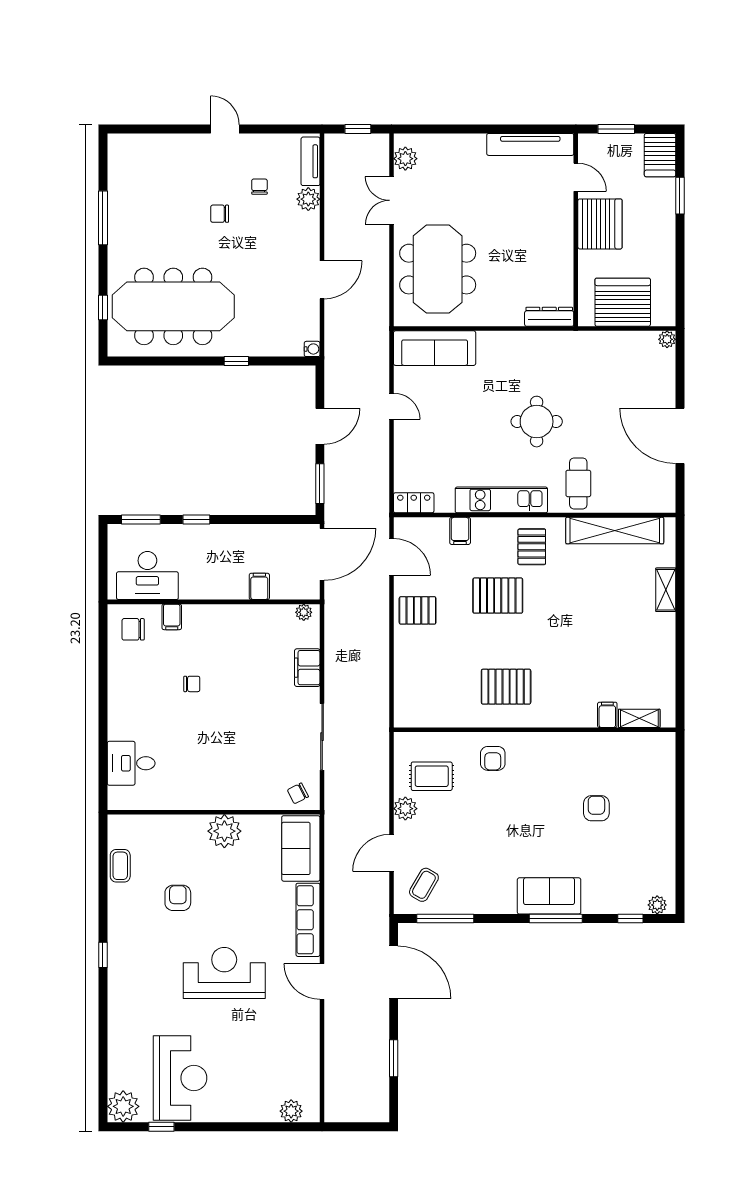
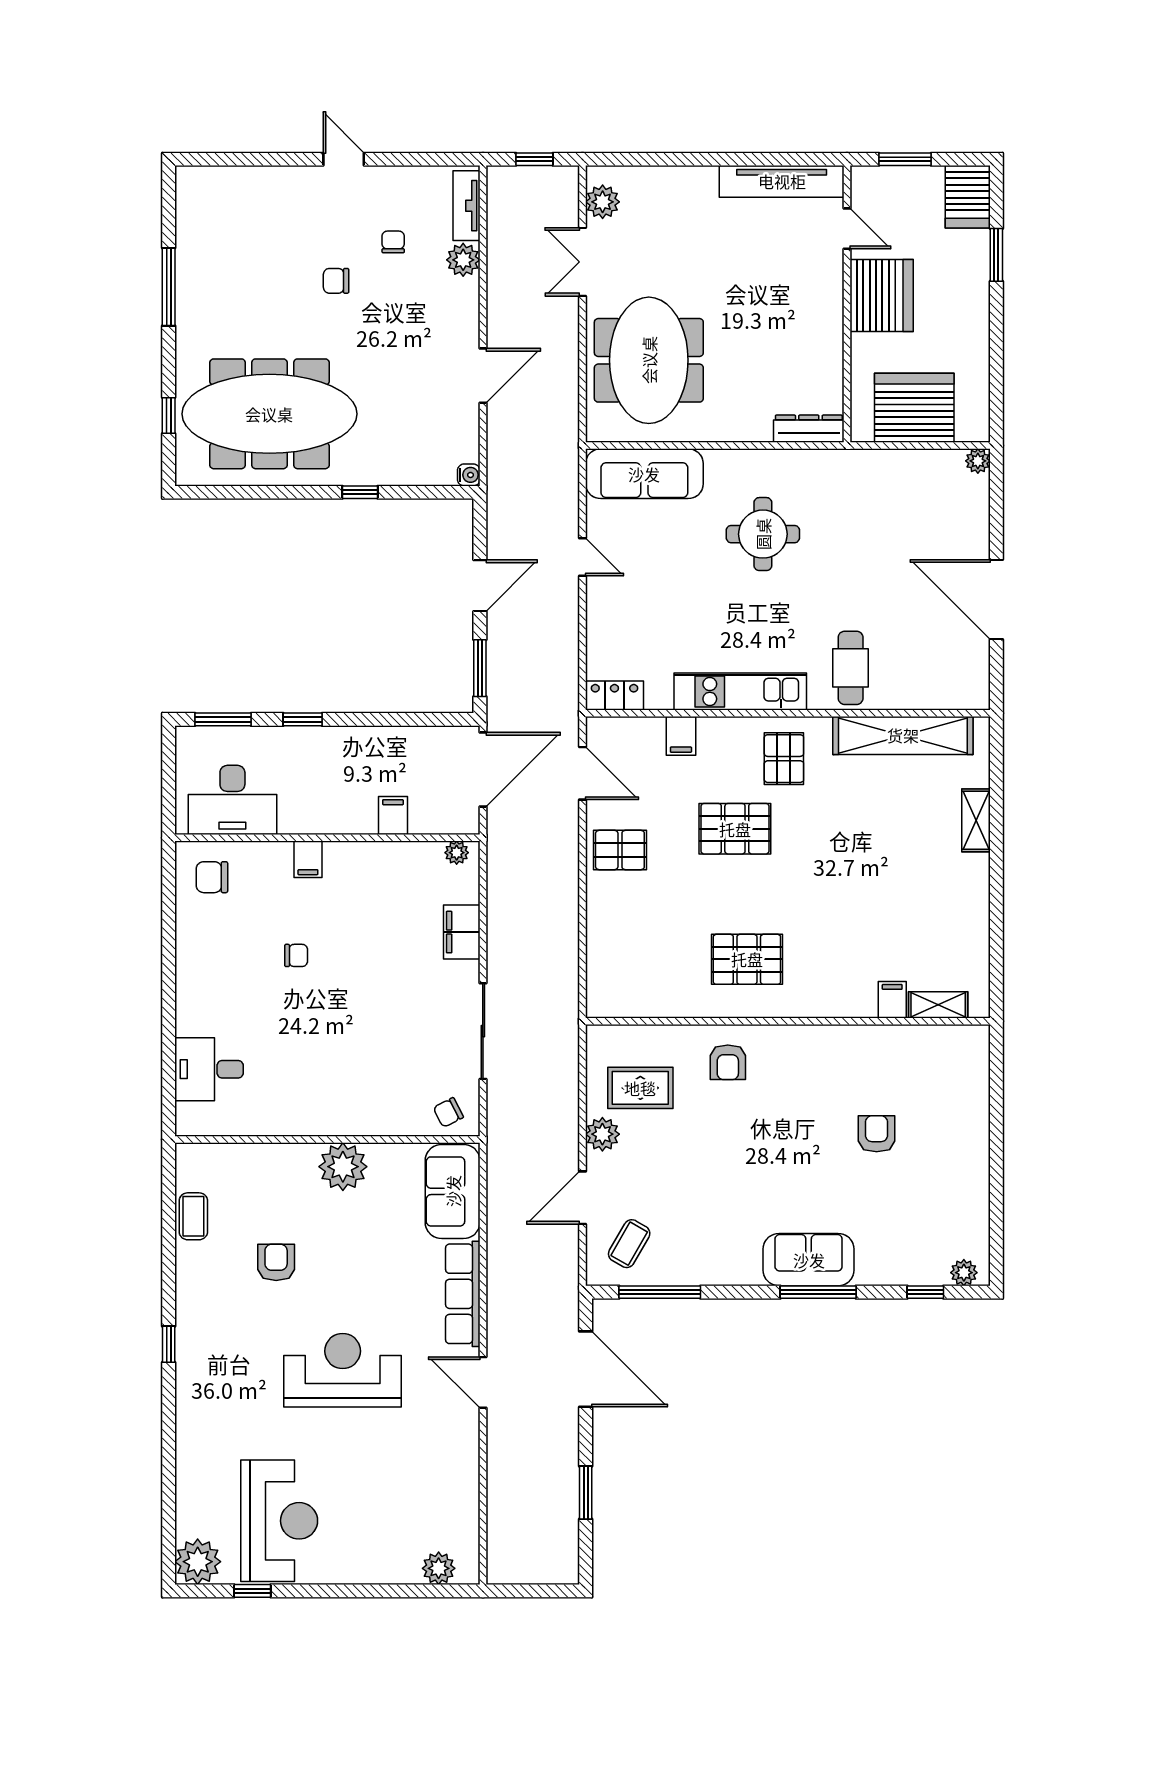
round table: (537, 422) -> (763, 534), moved
filing cabinet: (172, 617) -> (308, 859), moved

